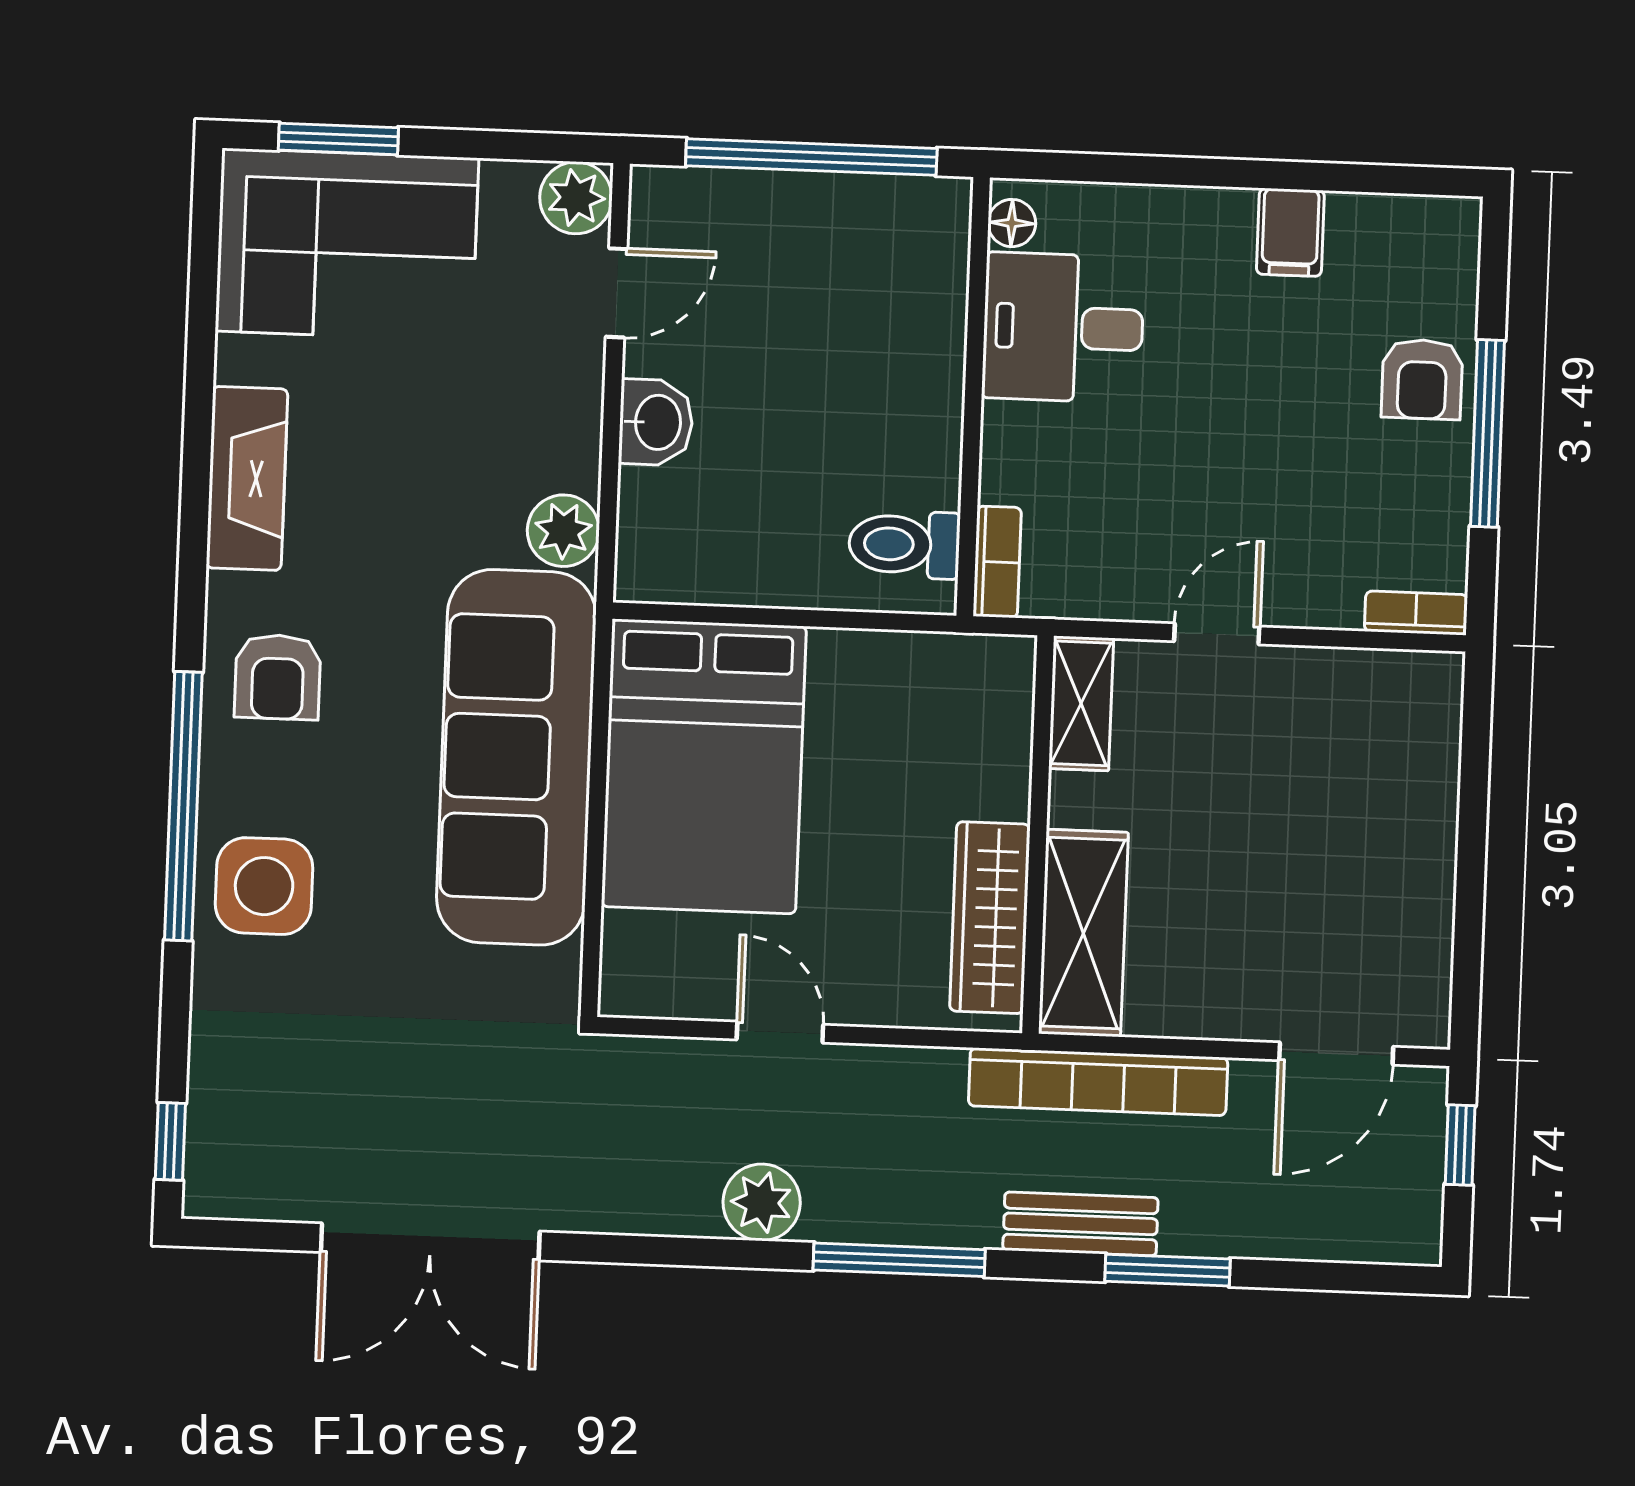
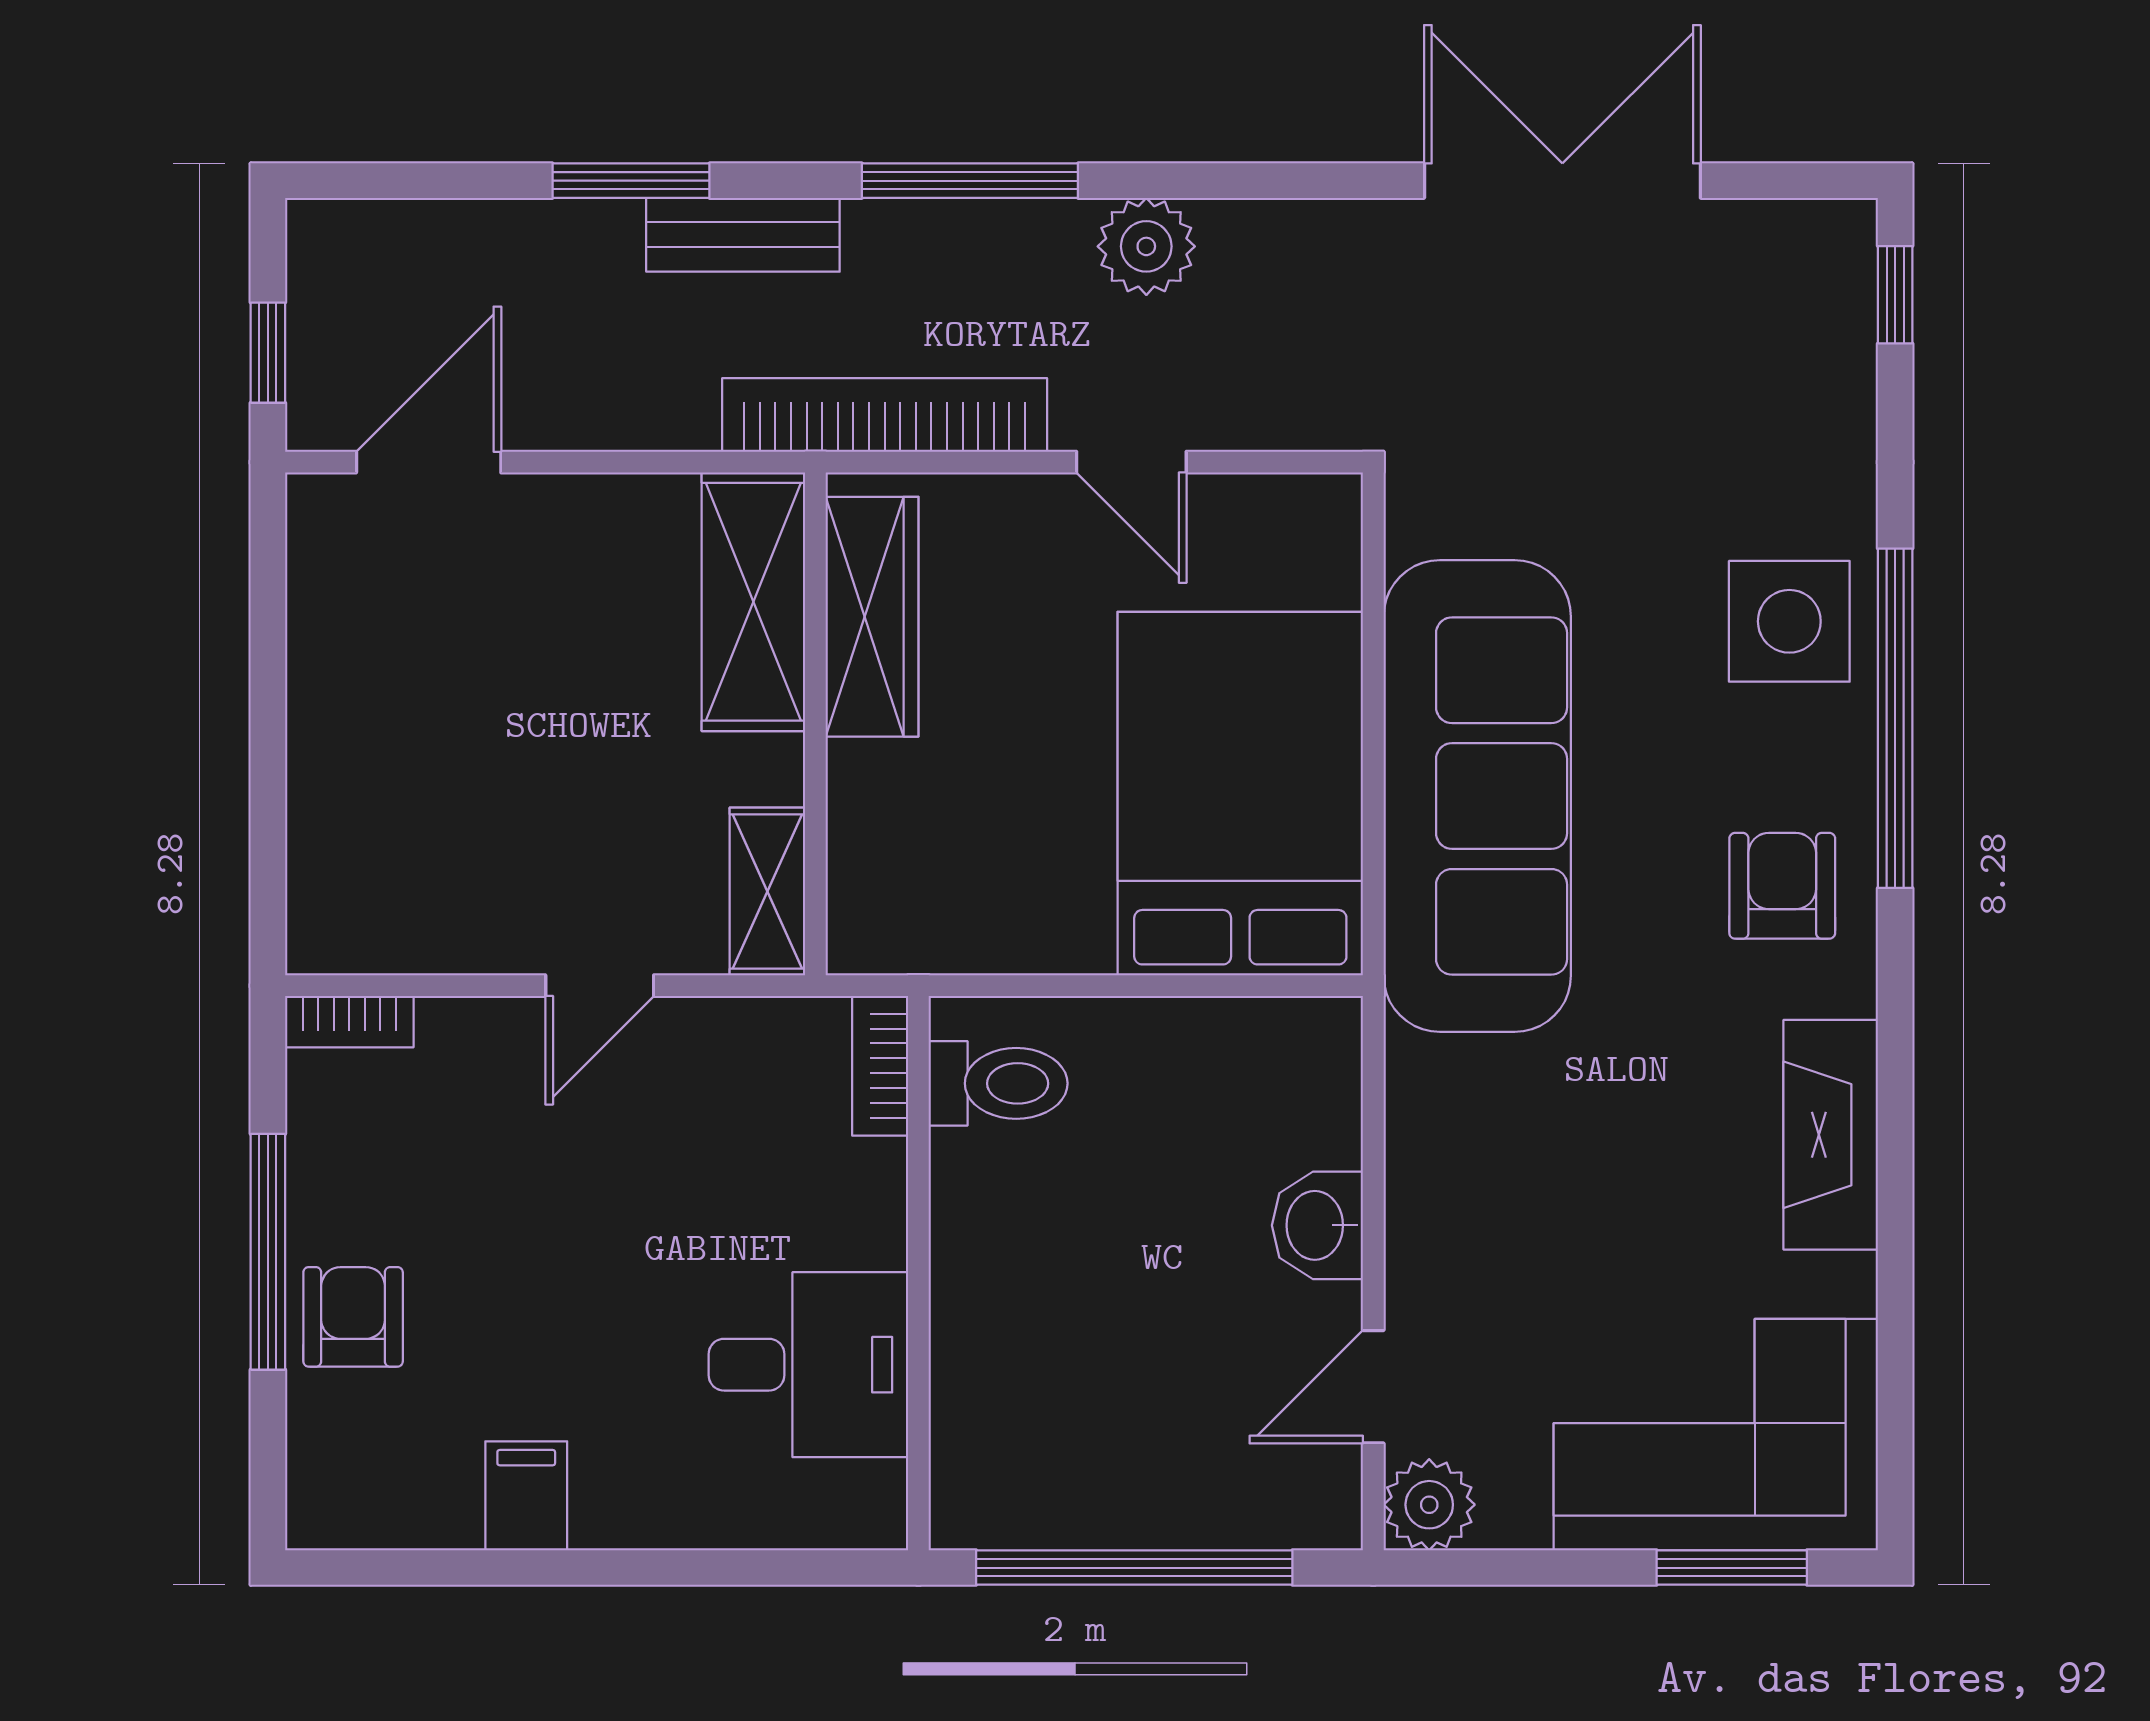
floor lamp: (1012, 223) -> (878, 1494), removed
plant: (563, 531) -> (1429, 1084), removed
bookcase: (1098, 1082) -> (885, 415), moved

